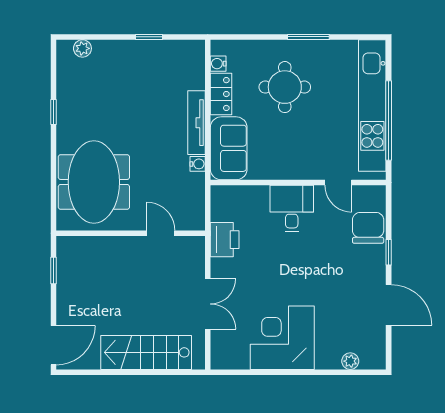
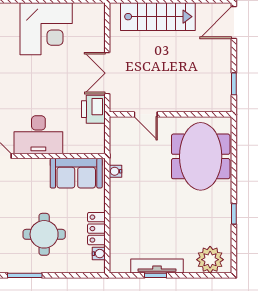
plant: (82, 48) -> (210, 260), width x1.87, depth x1.87
tv unit: (196, 123) -> (157, 266), moved, turned -90
sofa: (229, 148) -> (76, 173), moved, turned -90
desk: (292, 208) -> (38, 135), width x1.37
double door: (208, 304) -> (107, 73), moved

